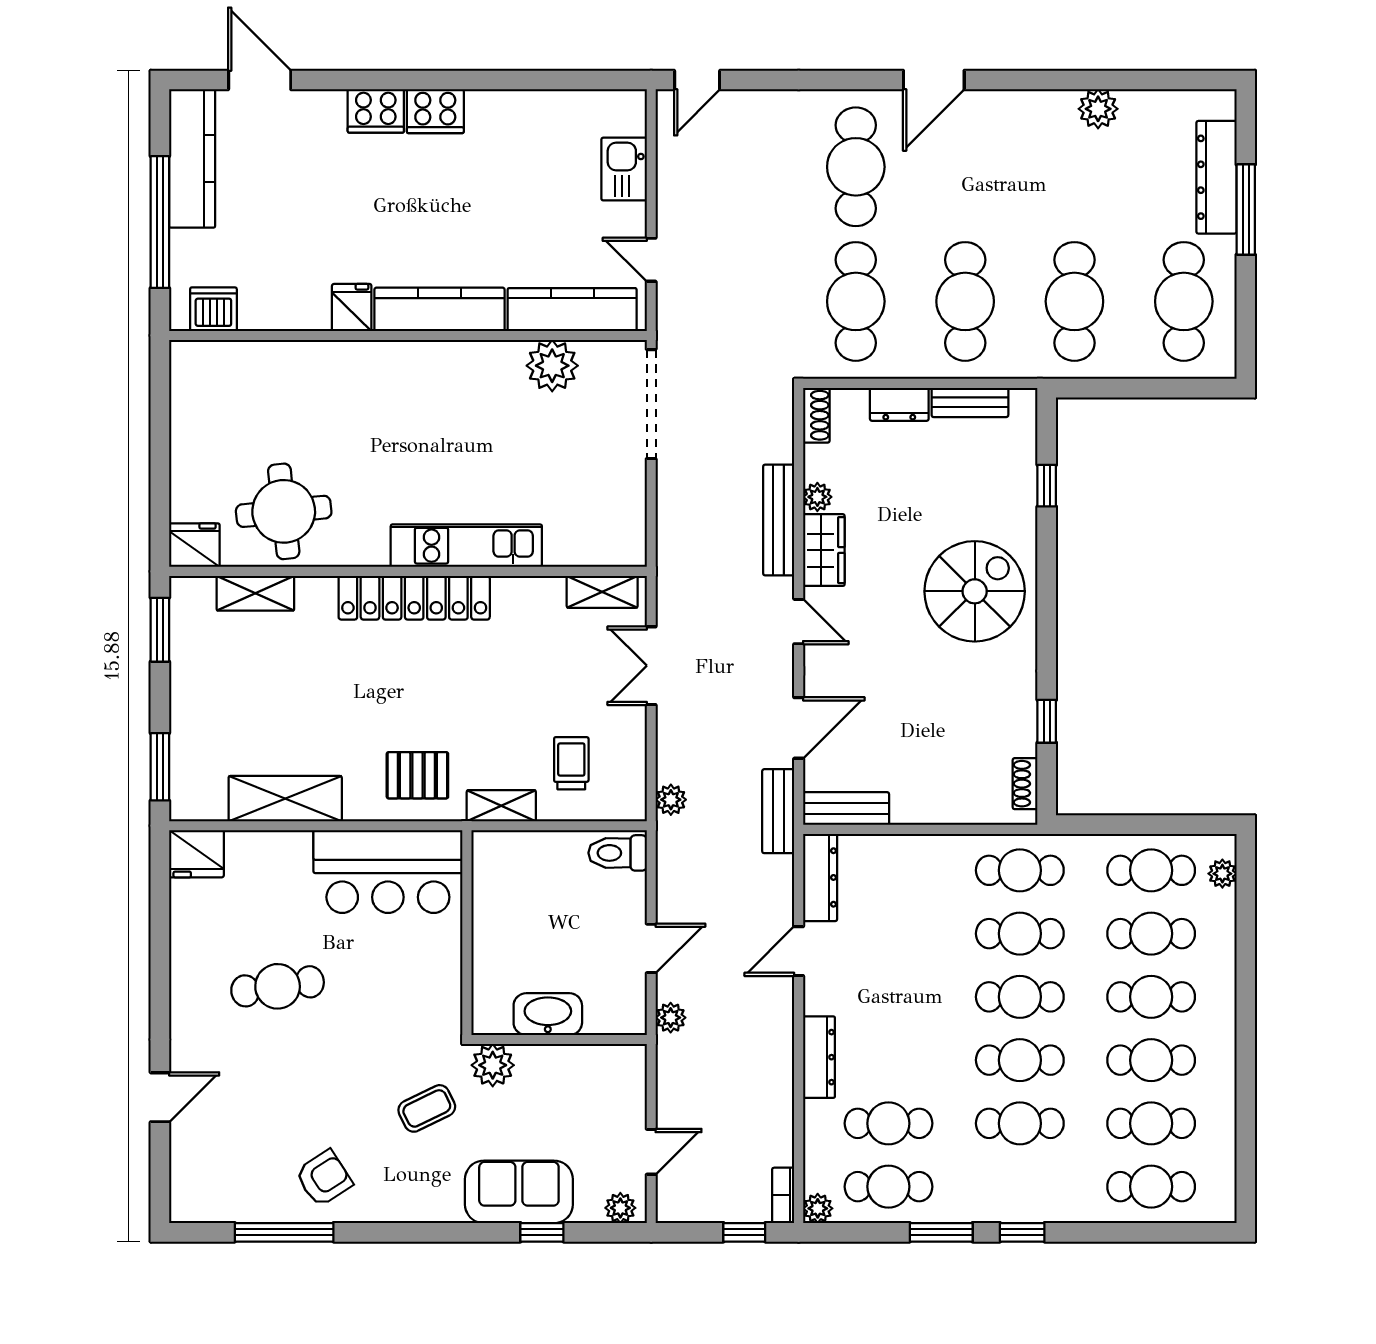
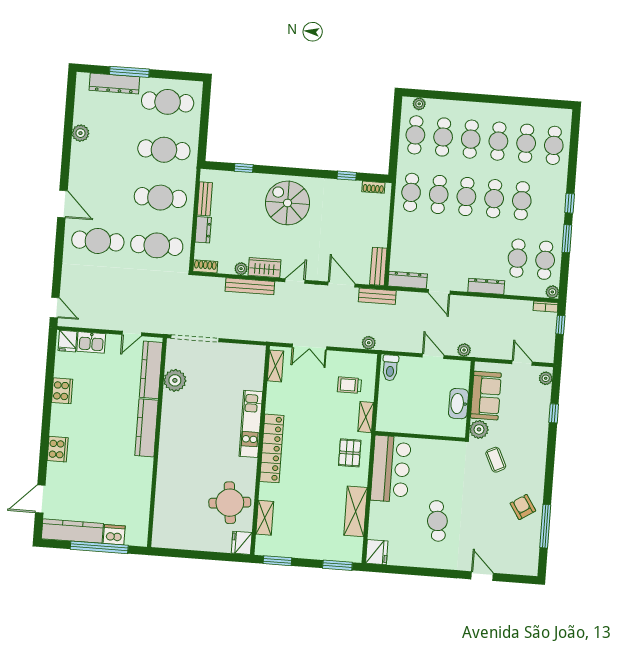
cooker: (435, 111) -> (62, 391), moved
fridge: (352, 307) -> (68, 341), moved, turned -90
dishwasher: (213, 309) -> (114, 535), moved, turned 90
sofa: (519, 1192) -> (486, 396), moved, turned 180

